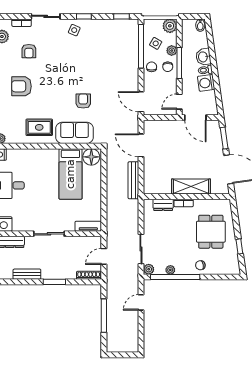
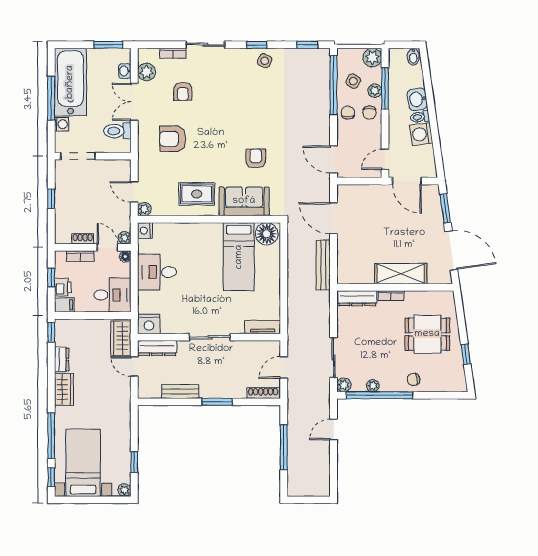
side table: (74, 30) -> (265, 61), moved
window: (179, 63) -> (385, 88), moved
dresser: (163, 205) -> (357, 298), width x1.44
dining table: (211, 232) -> (427, 334), turned 90

